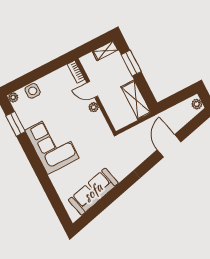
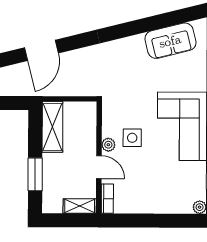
shelving: (105, 51) -> (80, 206), moved
side table: (33, 91) -> (132, 138), moved
sofa: (93, 192) -> (170, 41), width x0.73

